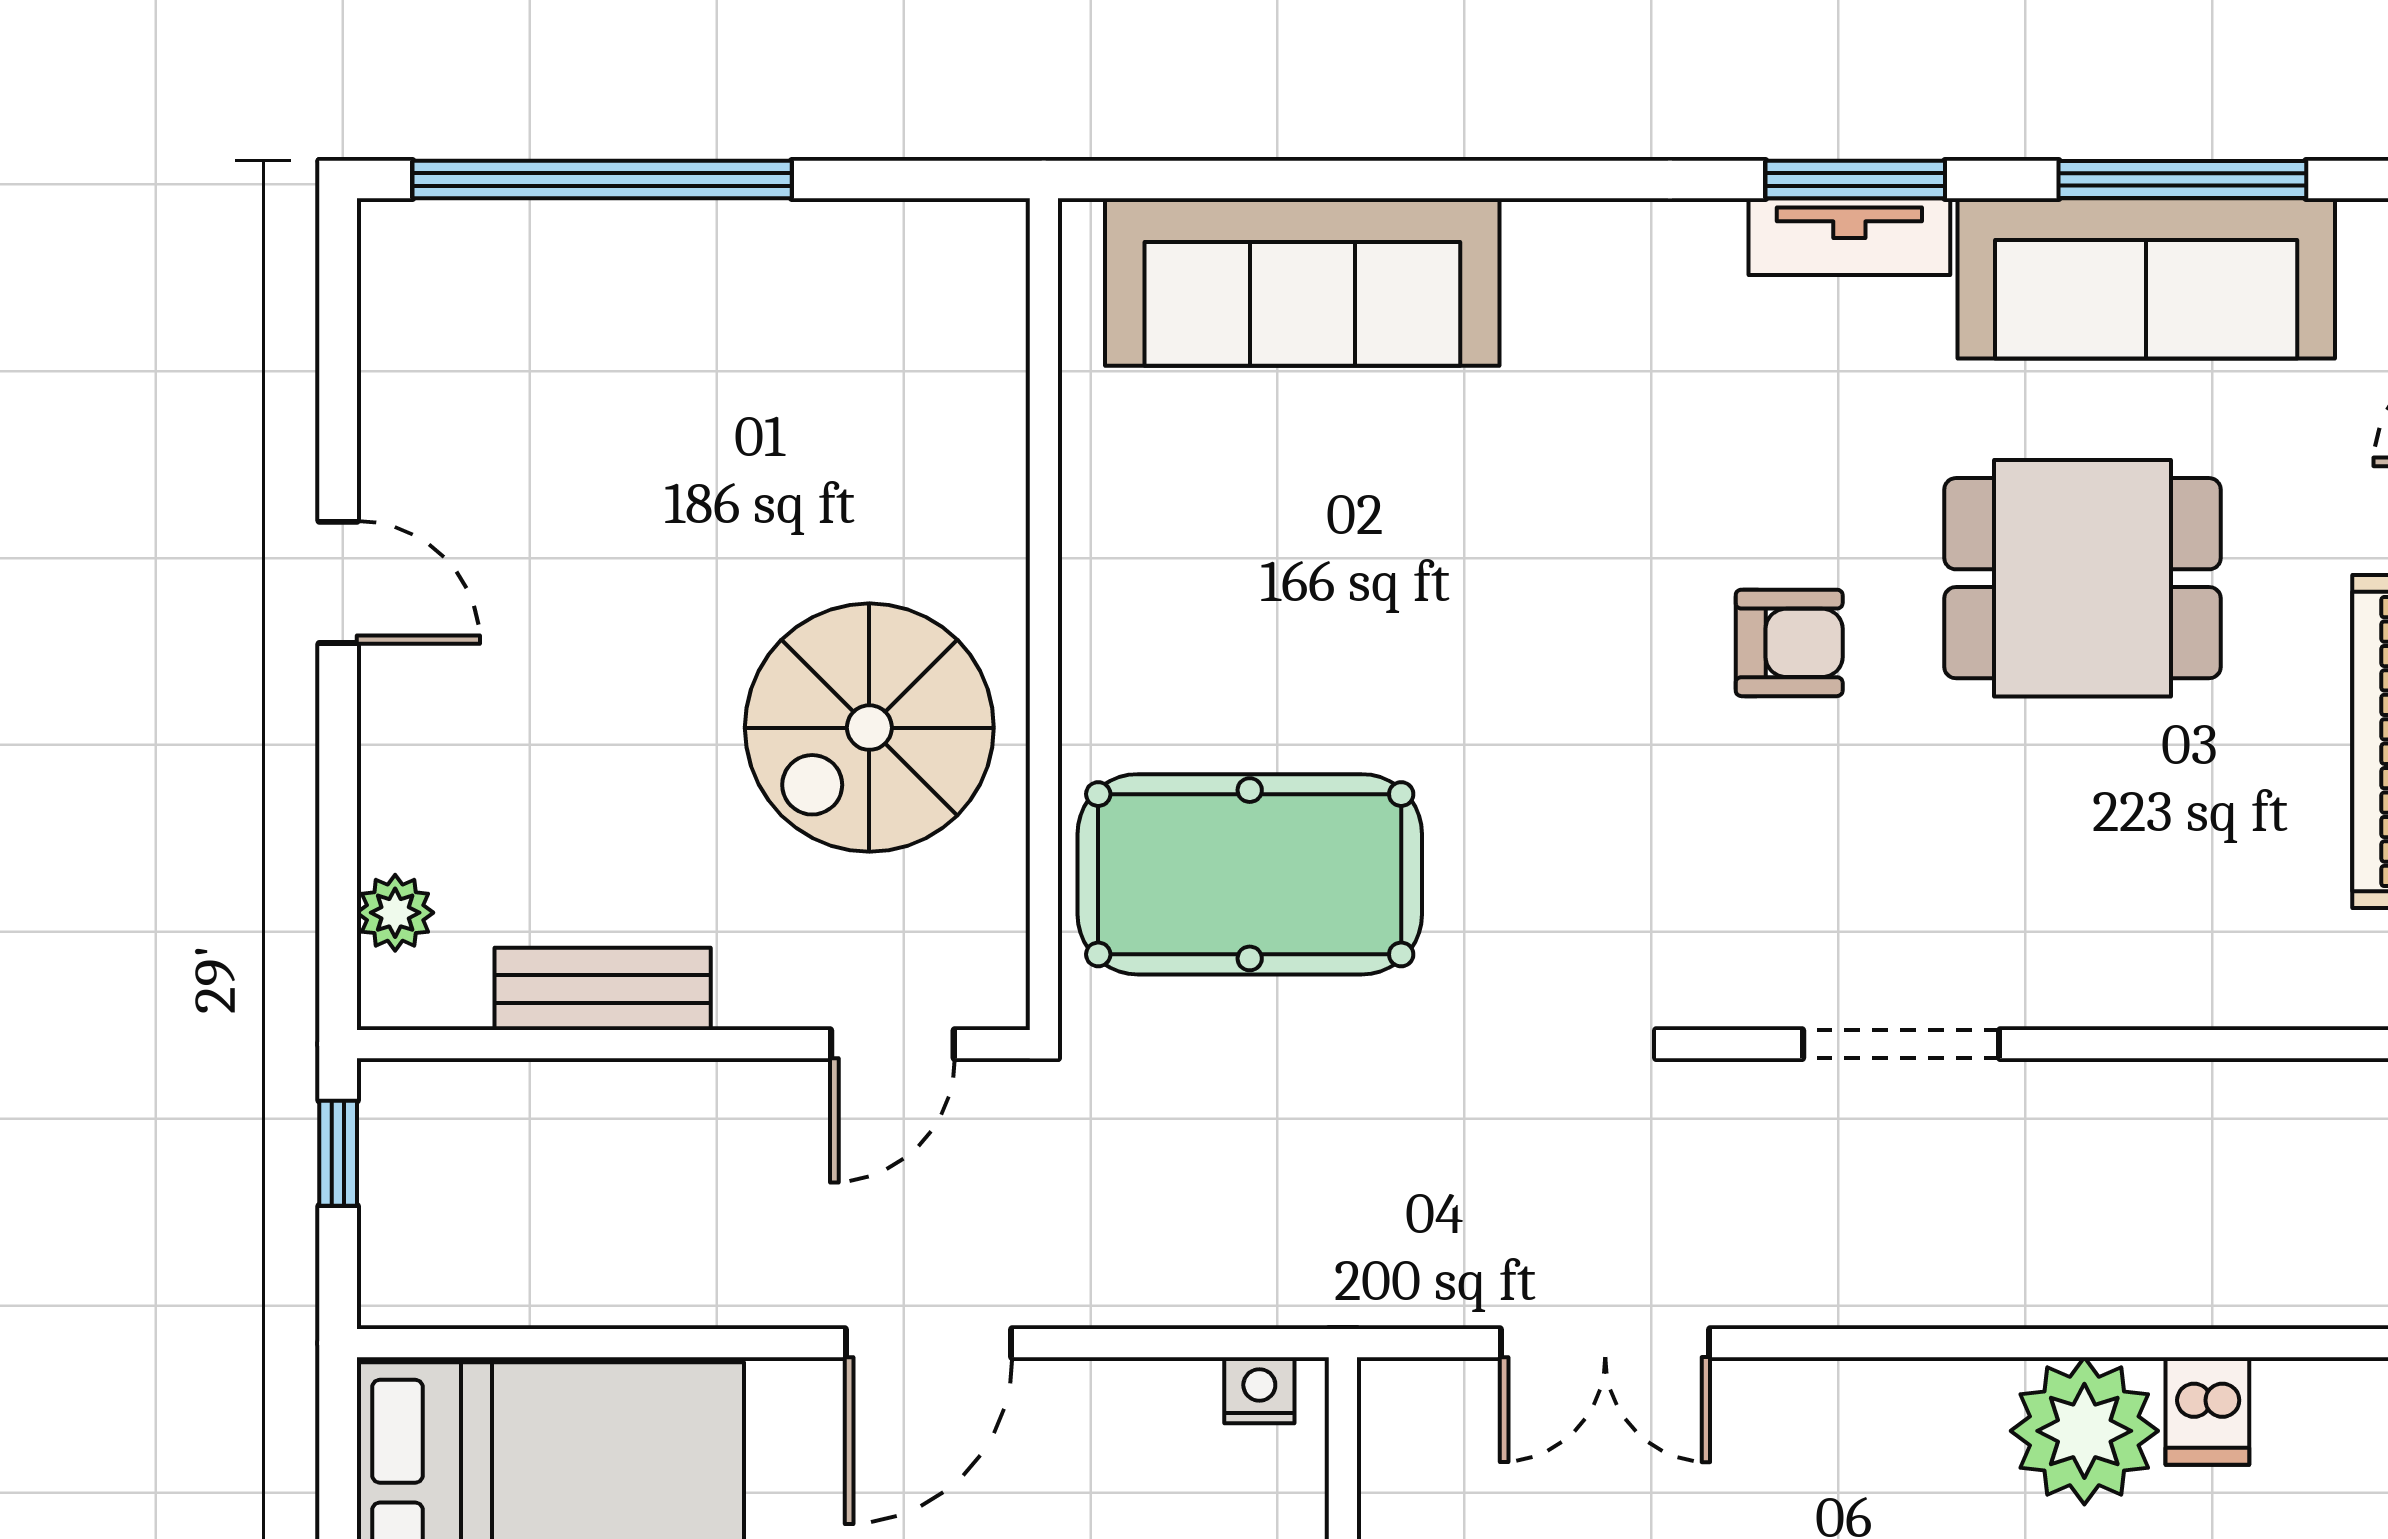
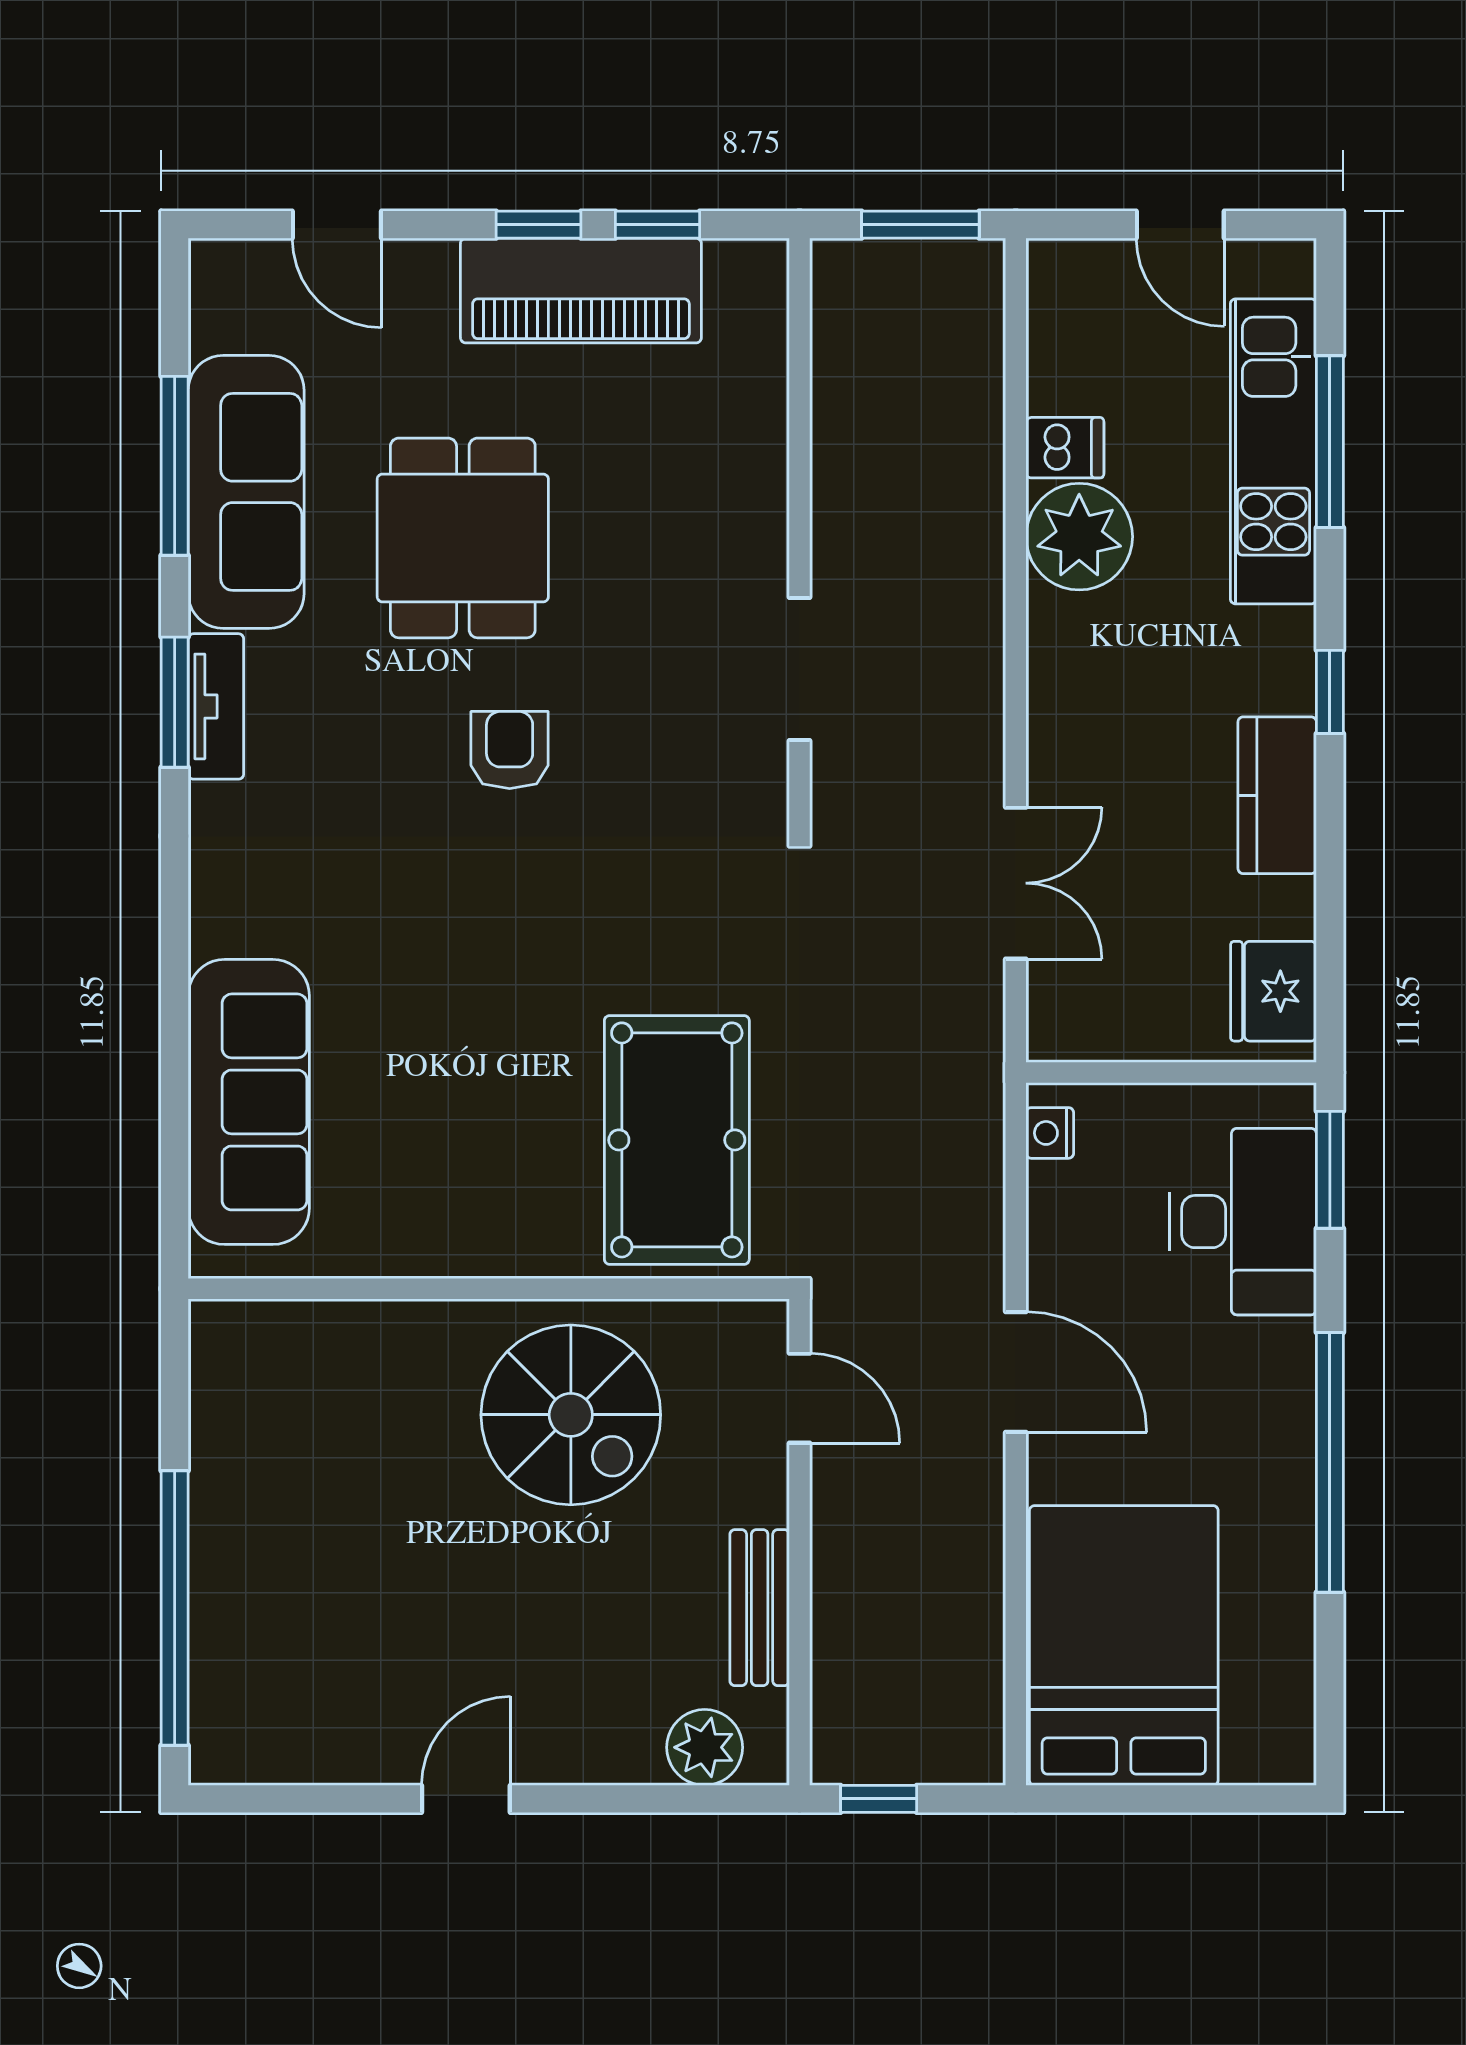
plant: (395, 913) -> (705, 1747), width x1.38, depth x1.38

